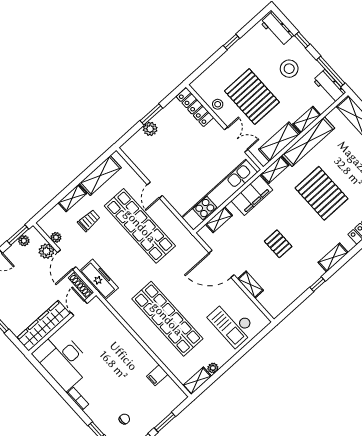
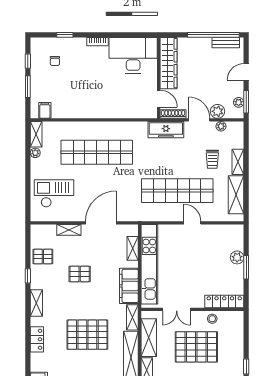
pallet: (291, 286) -> (43, 257), added
filing cabinet: (157, 375) -> (45, 110), moved

